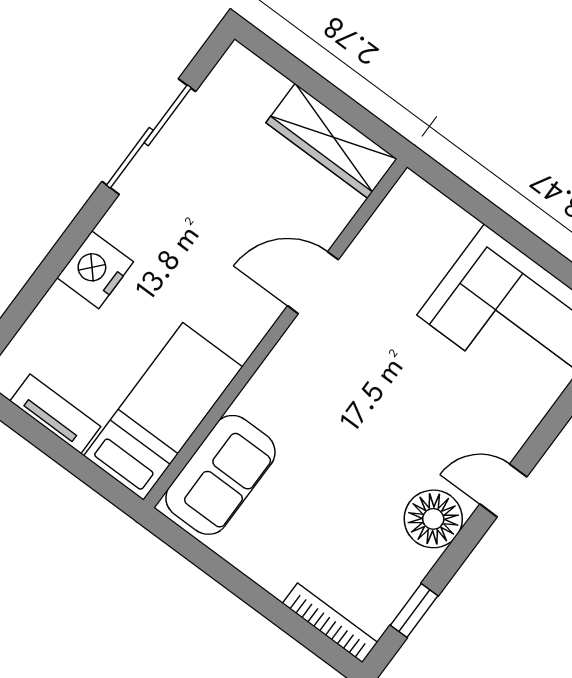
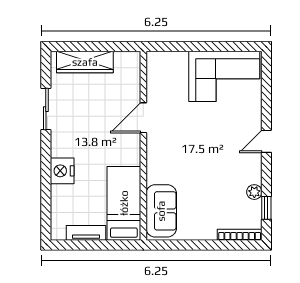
sliding door: (149, 137) -> (46, 109), width x0.73
wardrobe: (331, 141) -> (85, 62), moved
floor lamp: (433, 519) -> (249, 170), removed
plant: (414, 566) -> (254, 192), added

